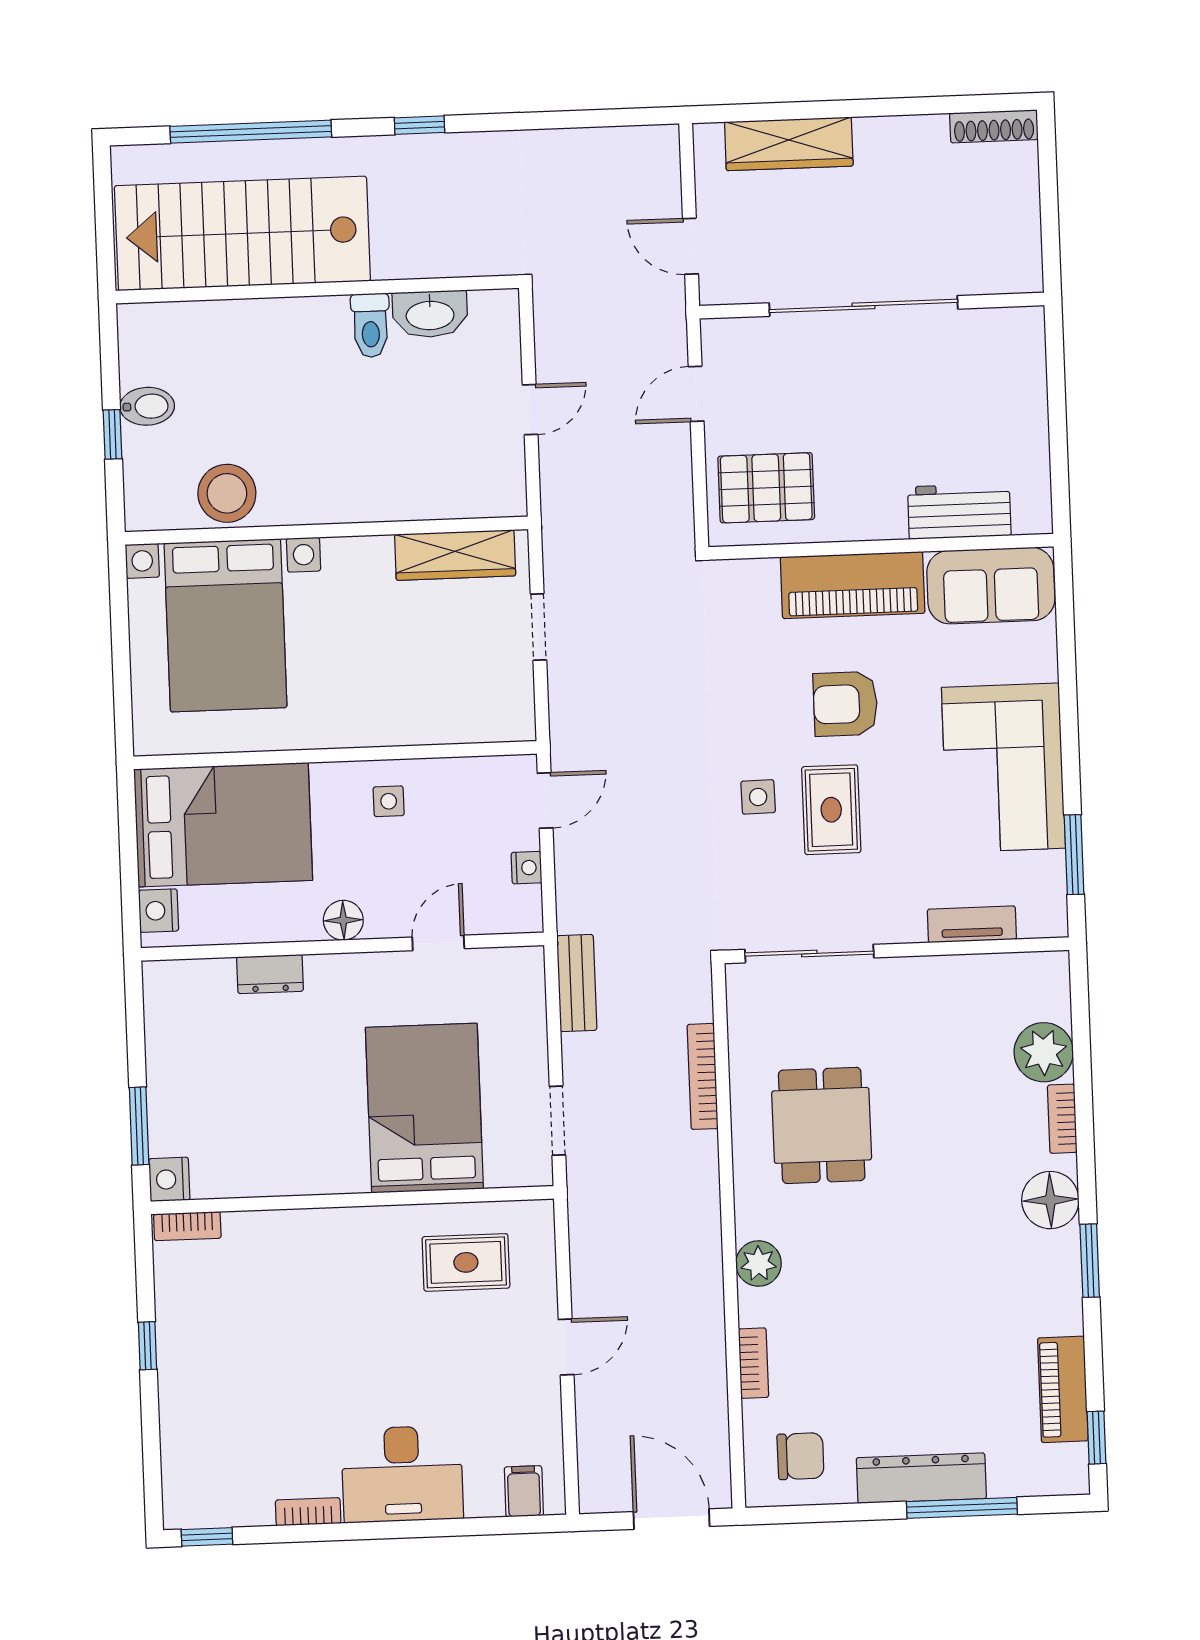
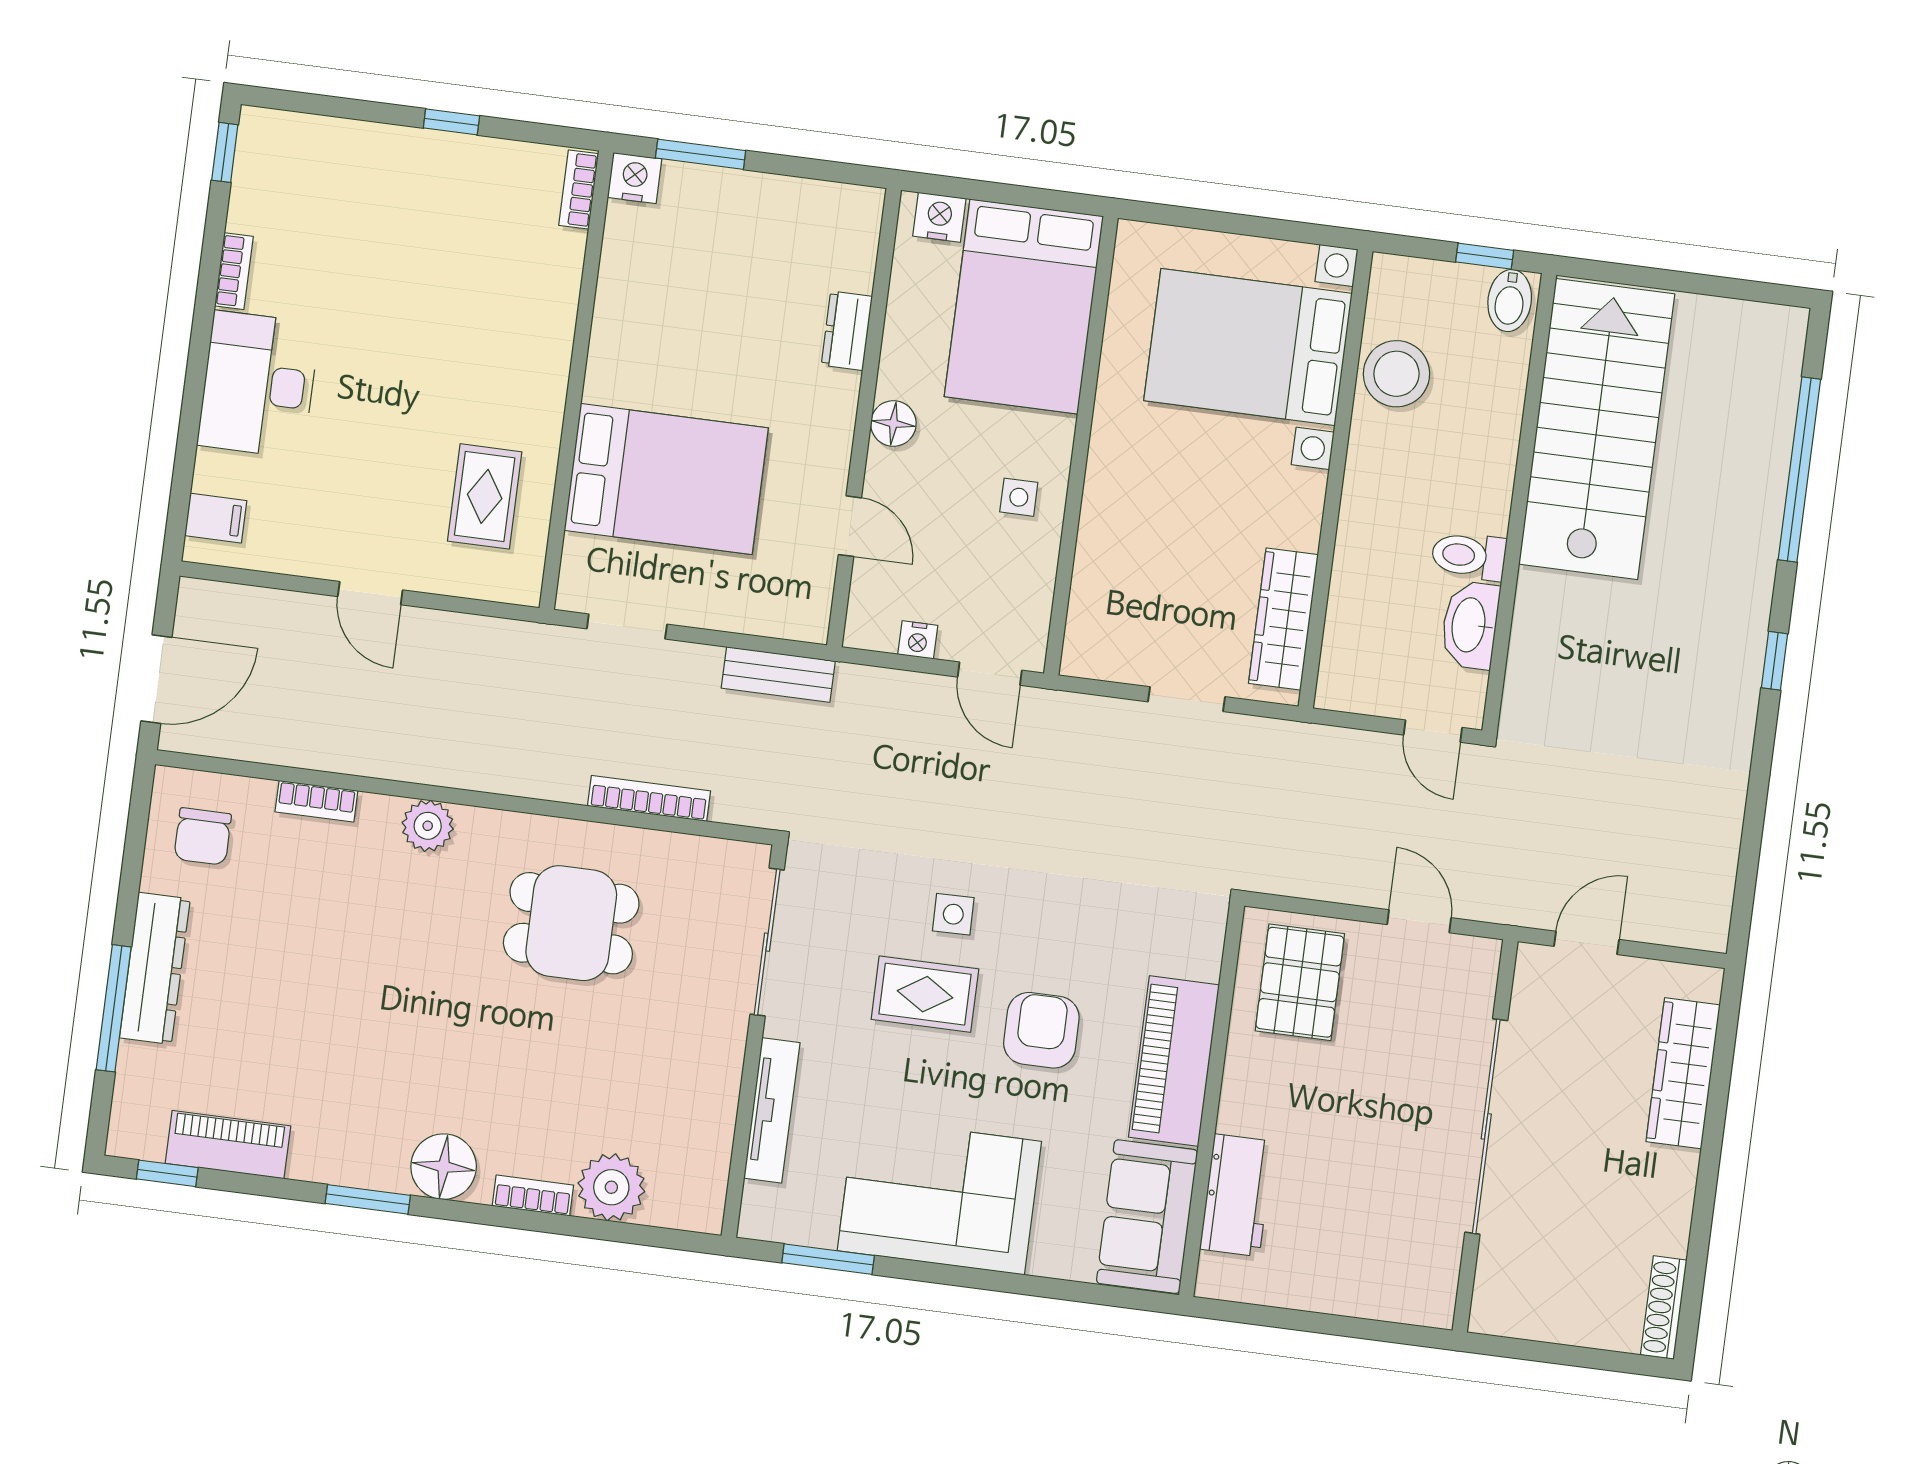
stairs: (242, 233) -> (1597, 429), moved
wall: (317, 289) -> (1519, 503), moved
washbasin: (430, 314) -> (1470, 625), moved
toilet: (371, 325) -> (1469, 556), moved
tv unit: (972, 924) -> (772, 1110), width x1.41

